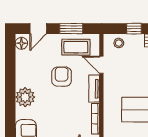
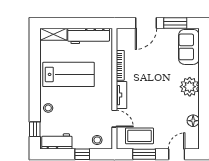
floor lamp: (21, 43) -> (193, 121), moved
armchair: (62, 77) -> (154, 107), removed

